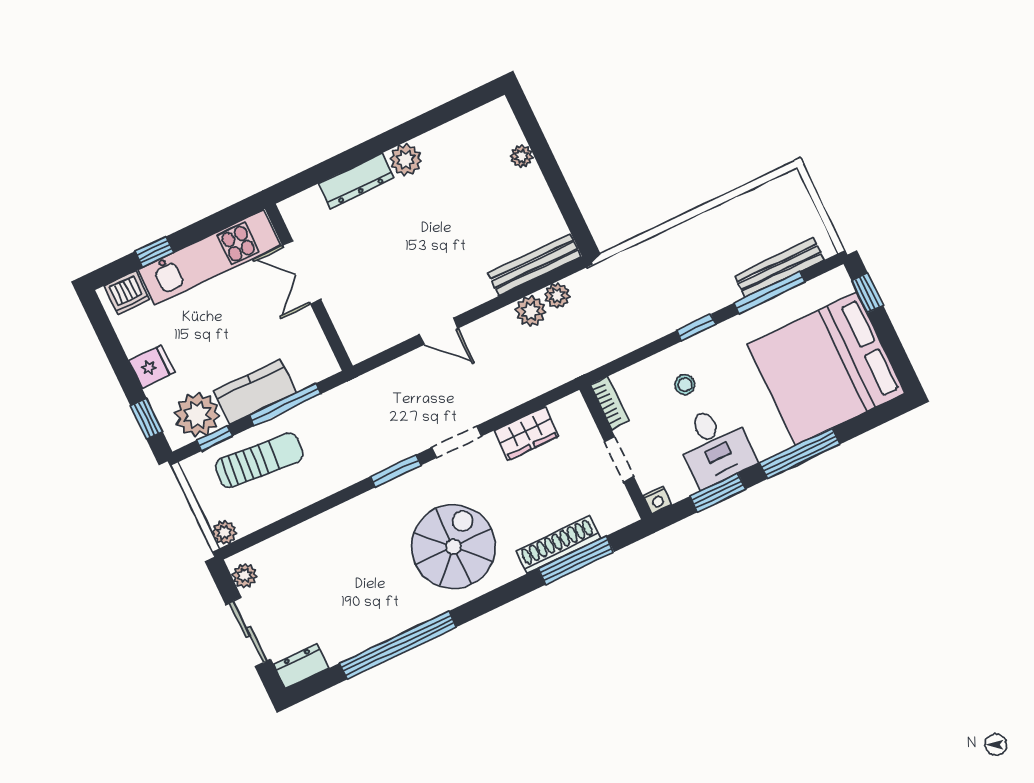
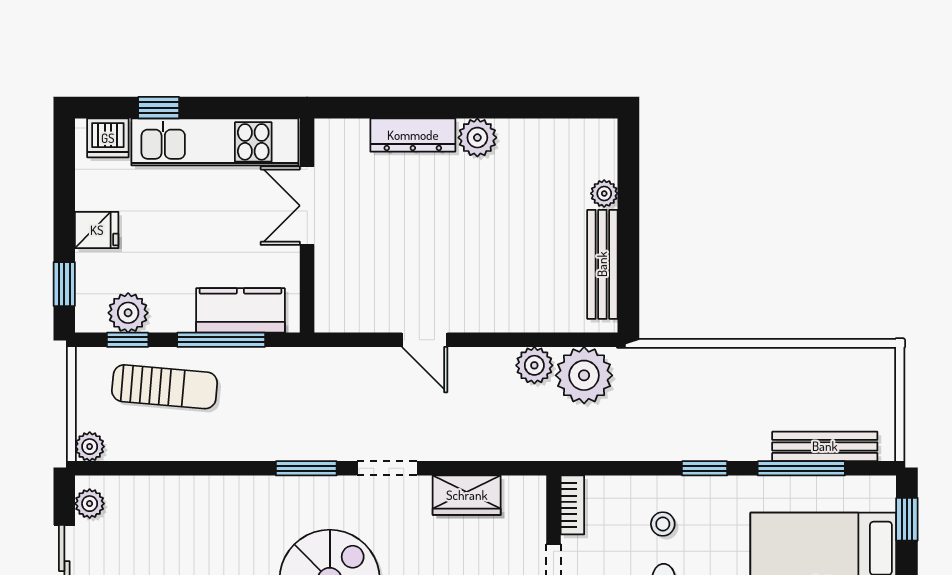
bench: (534, 265) -> (602, 264), moved, turned 90
plant: (557, 295) -> (584, 375), width x1.88, depth x1.88
kitchen counter: (255, 392) -> (240, 310), moved
plant: (197, 415) -> (128, 313), width x0.73, depth x0.73

